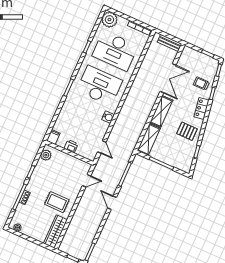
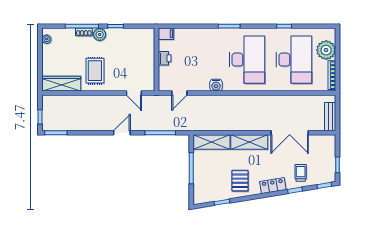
plant: (109, 20) -> (326, 50), moved
desk: (115, 51) -> (294, 60), turned 180
plant: (46, 155) -> (100, 35), moved

